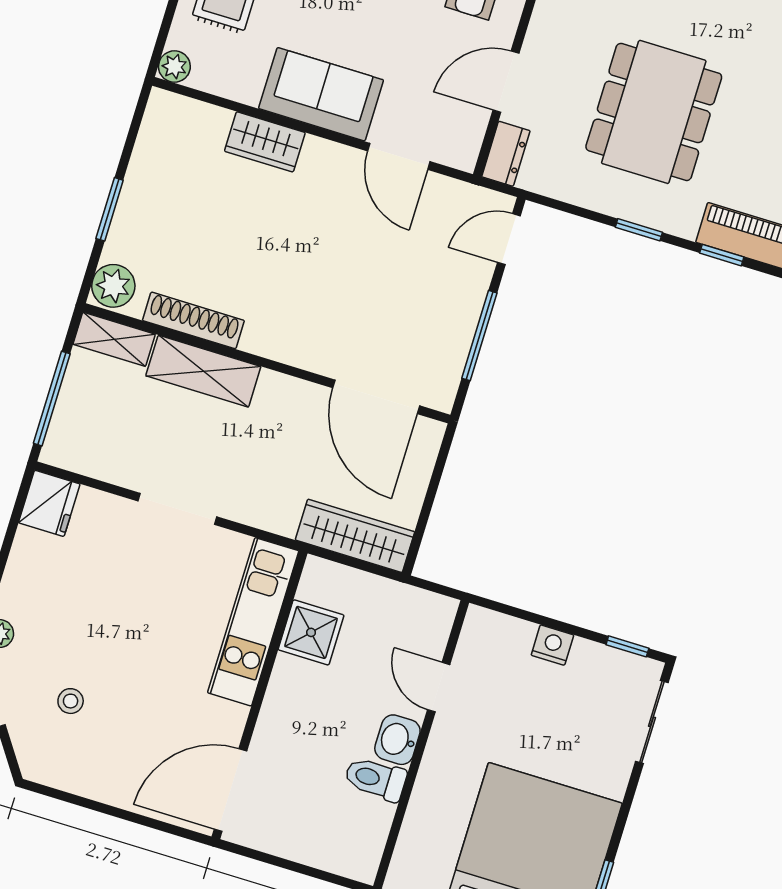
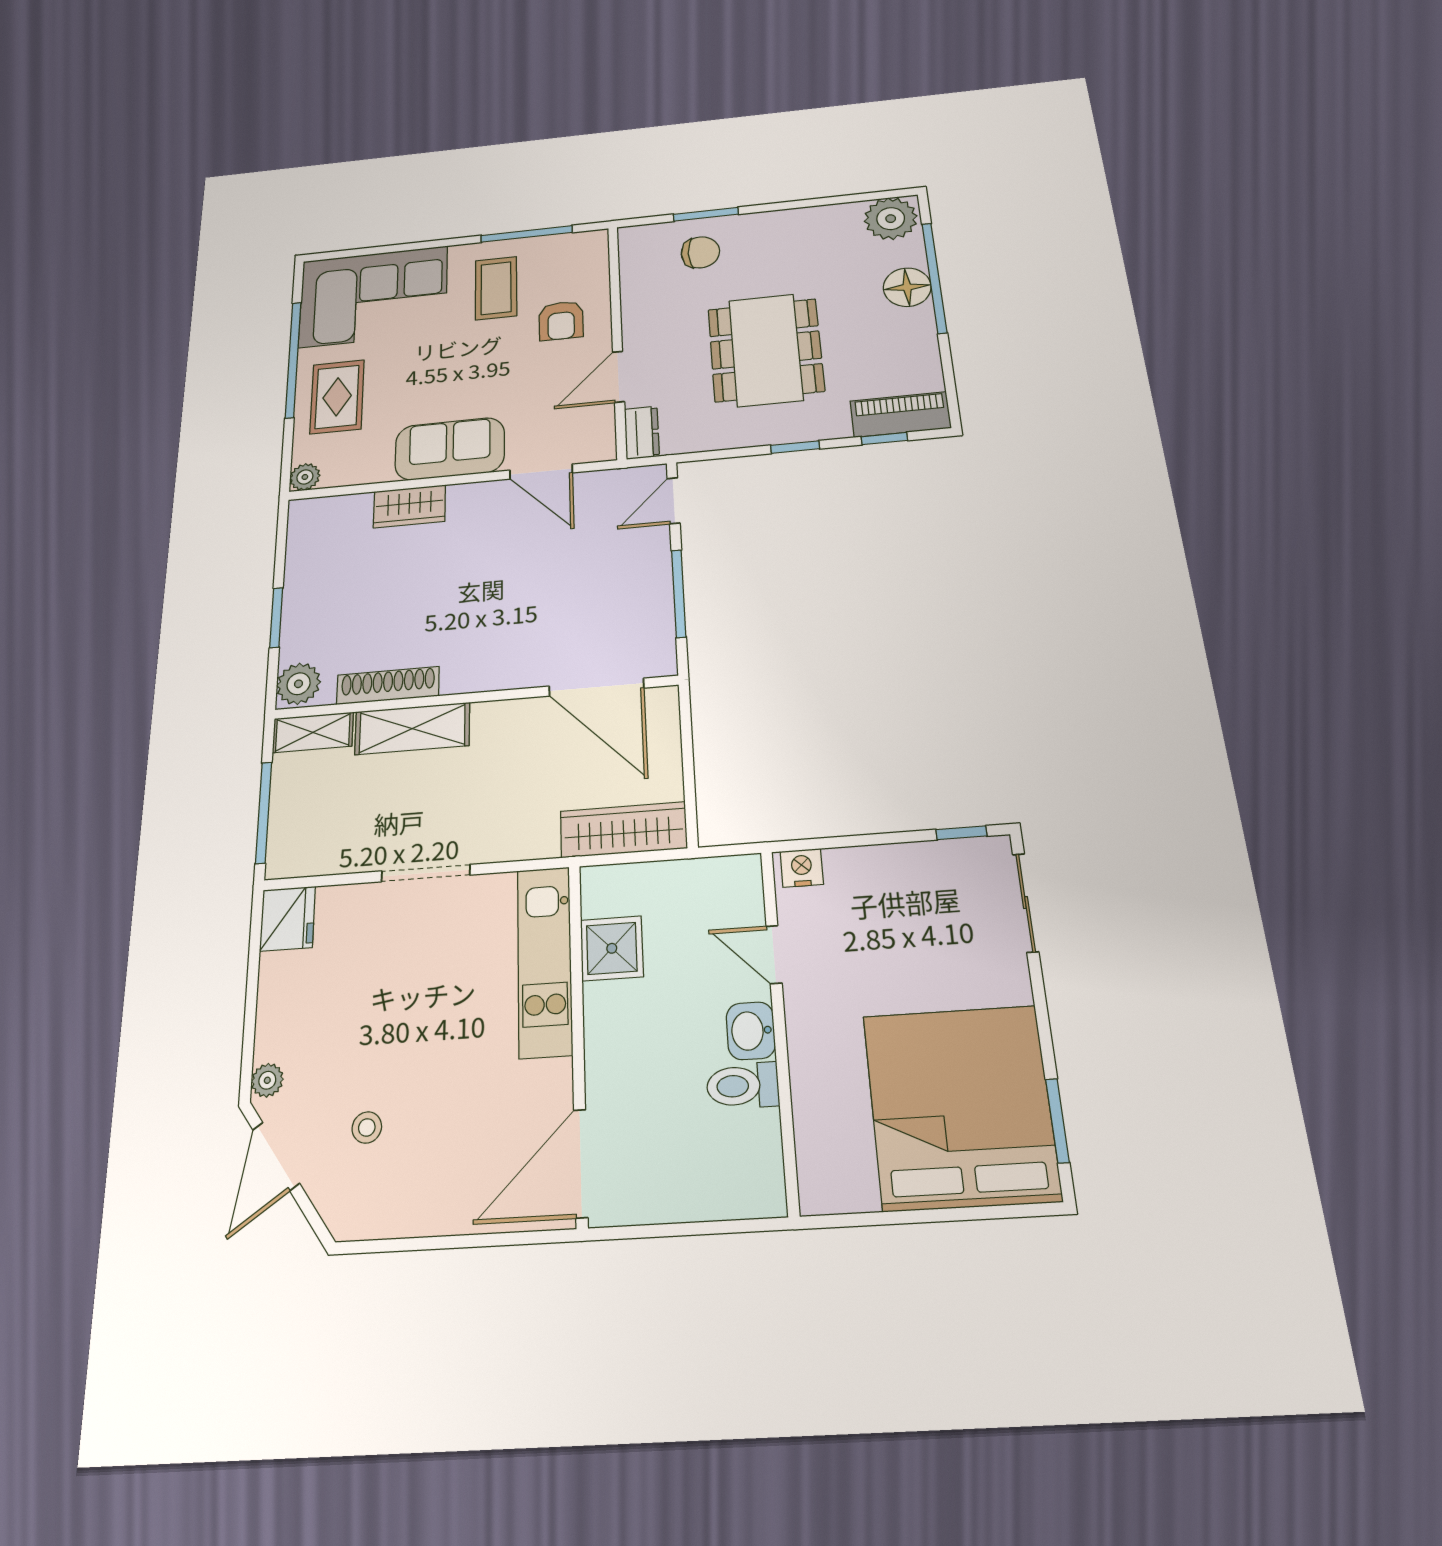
nightstand: (552, 645) -> (802, 868), moved

